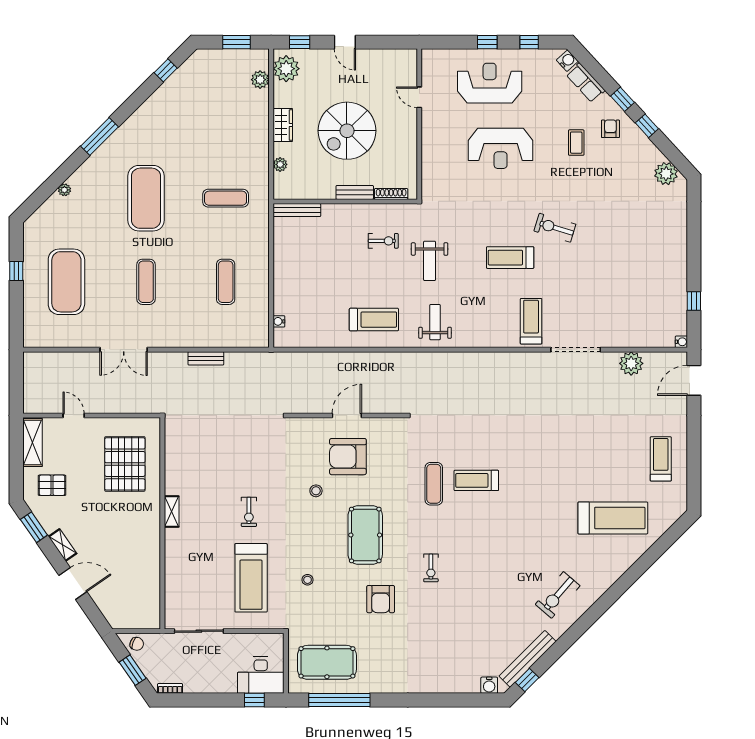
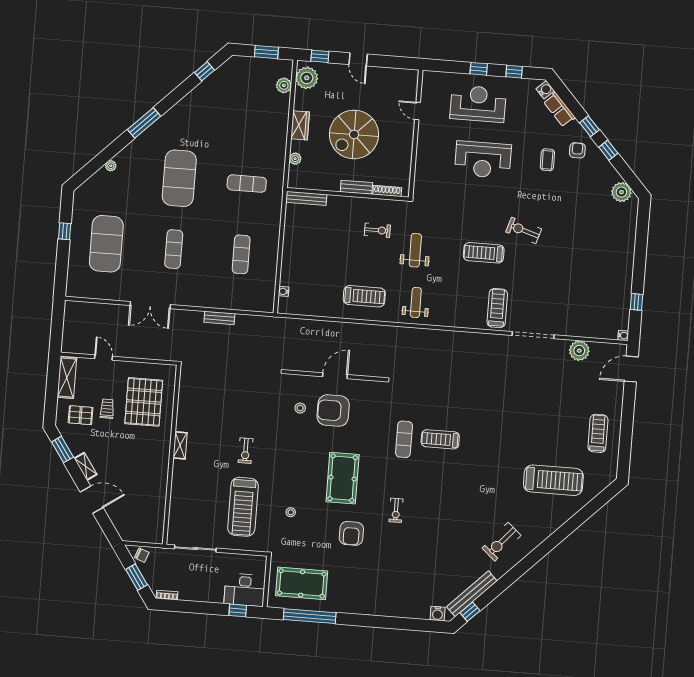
weight bench: (430, 261) -> (415, 250), turned 180
trolley: (83, 475) -> (107, 409), added
stool: (316, 491) -> (300, 408), moved

